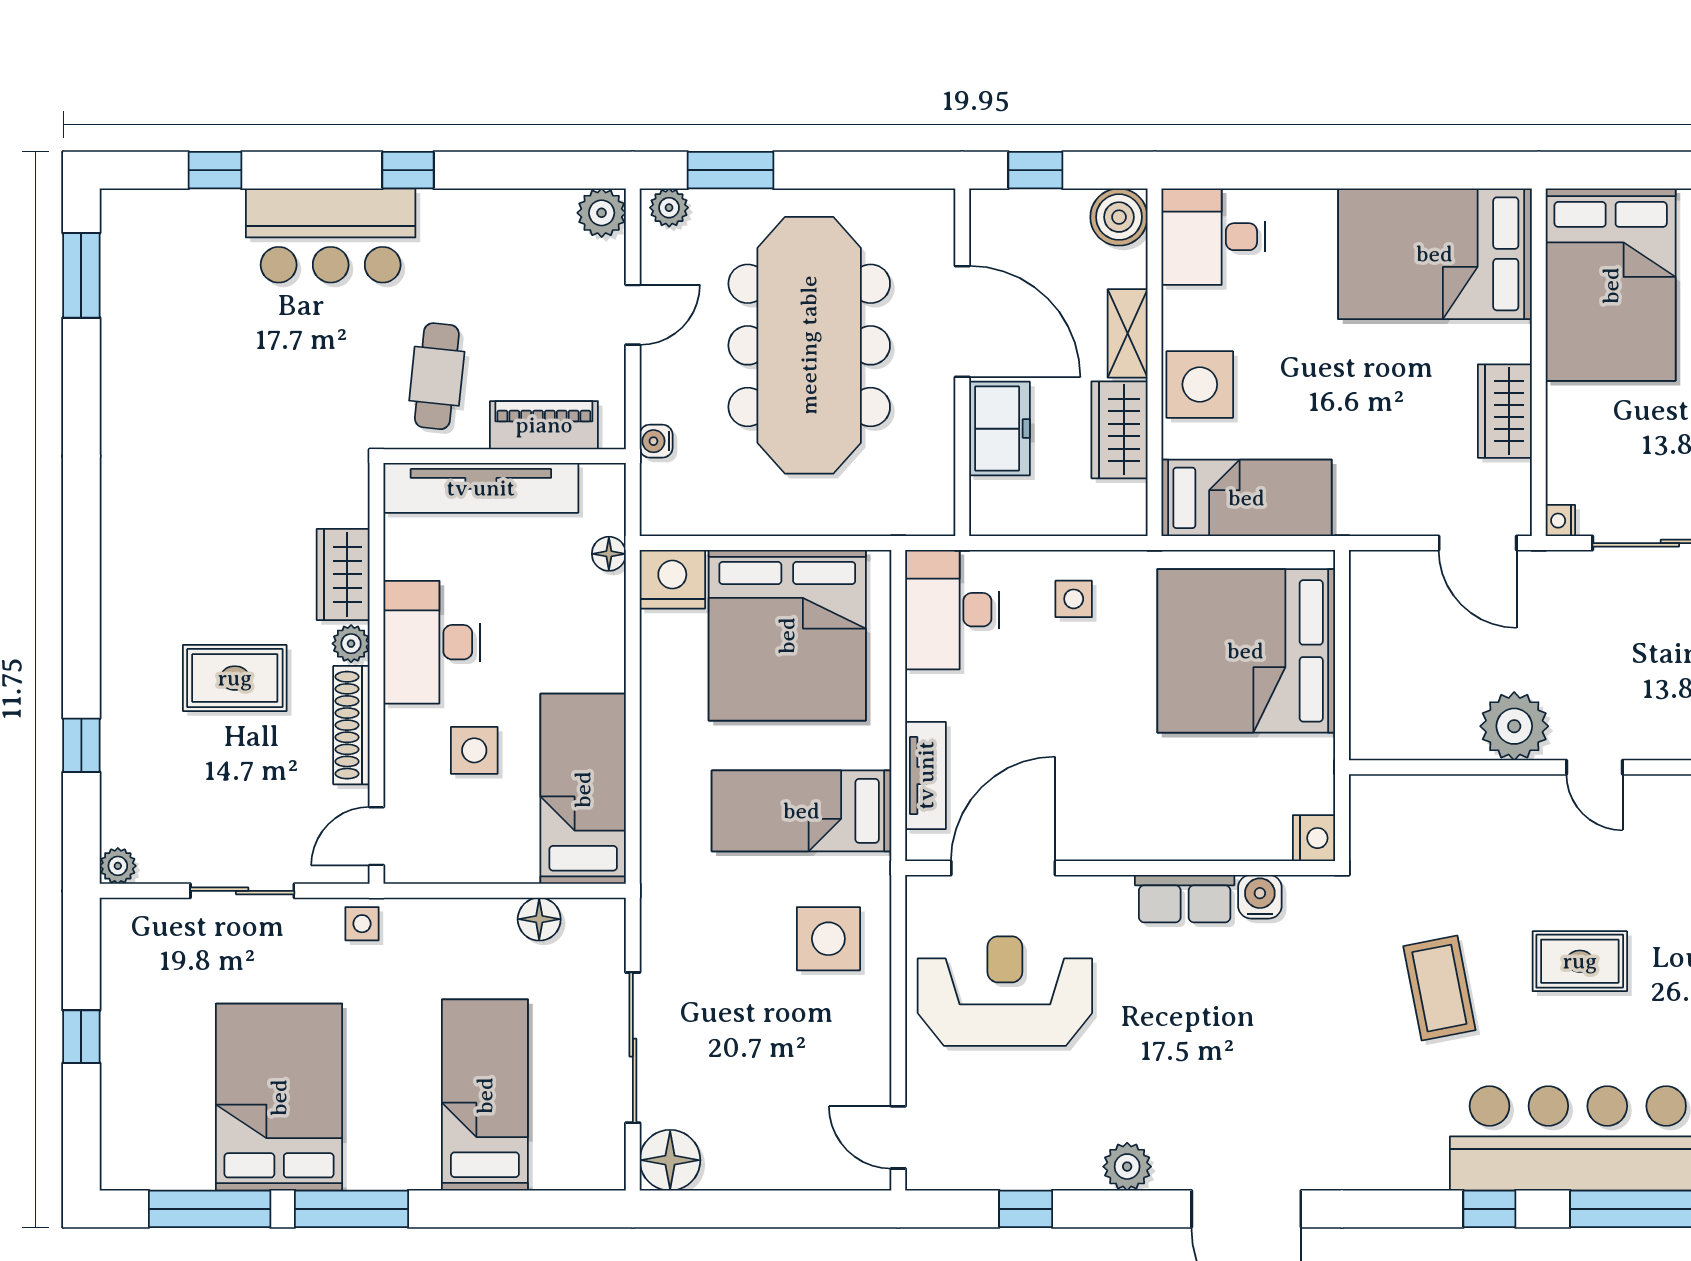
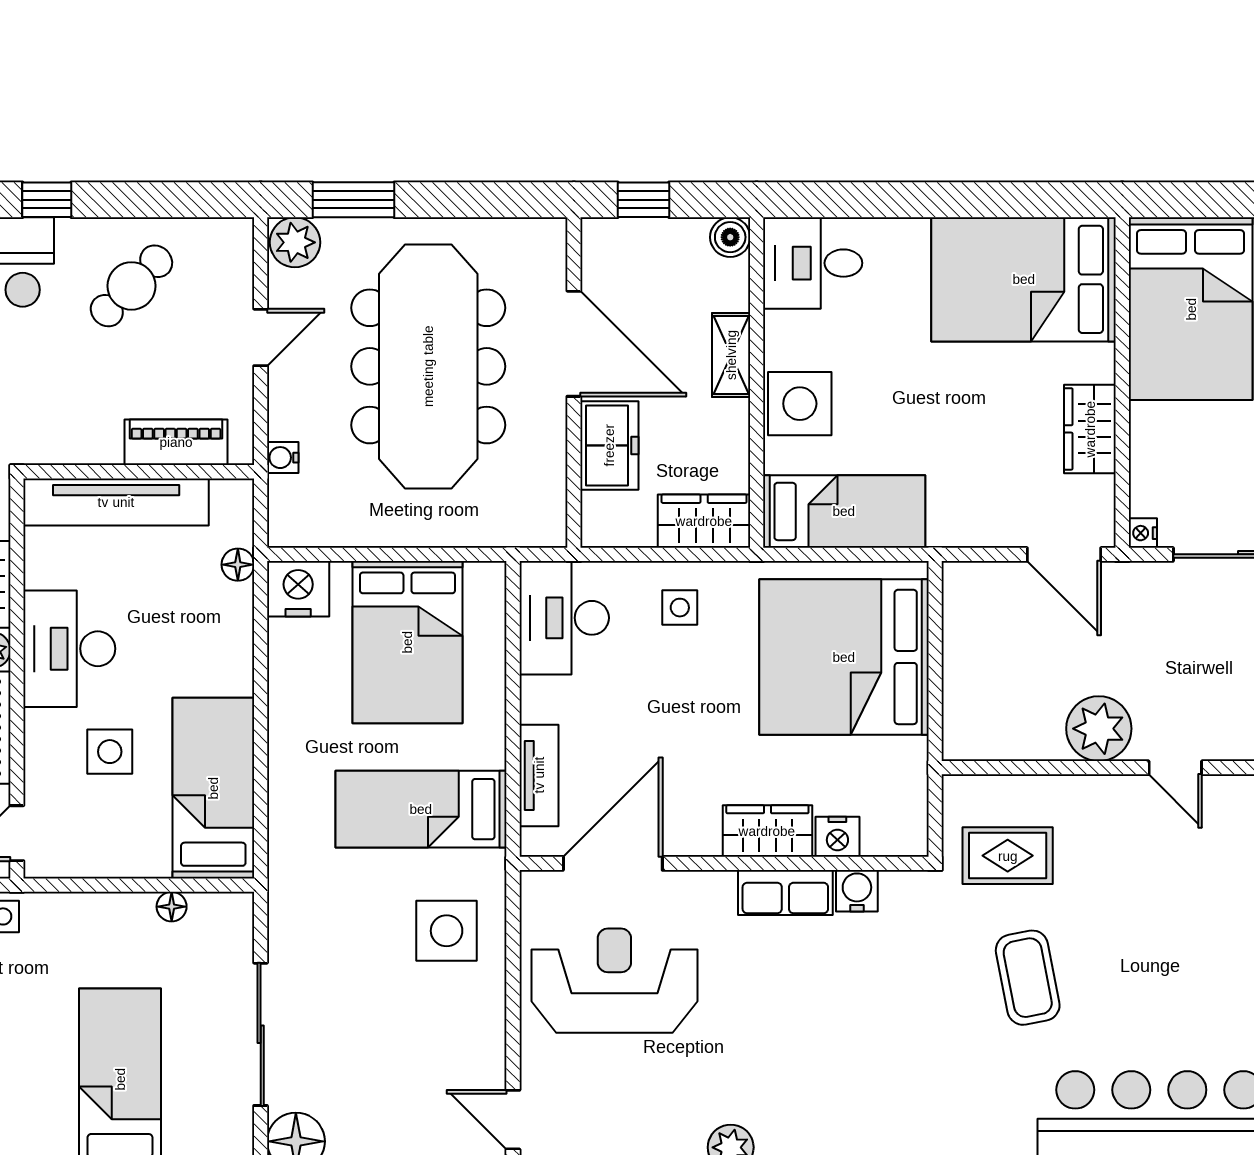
plant: (669, 208) -> (295, 242), width x1.38, depth x1.38
plant: (602, 213) -> (231, 240), removed
boiler: (1119, 217) -> (730, 237), width x0.73, depth x0.73
cafe table: (437, 376) -> (131, 286), moved, turned 39
wardrobe: (1119, 430) -> (704, 521), moved, turned 90
bed: (787, 635) -> (407, 642), width x0.73
wardrobe: (1166, 834) -> (767, 831), added
nightstand: (1314, 838) -> (837, 837), moved, turned 90
floor lamp: (539, 919) -> (172, 907), width x0.73, depth x0.73
rug: (1580, 961) -> (1008, 856), moved

